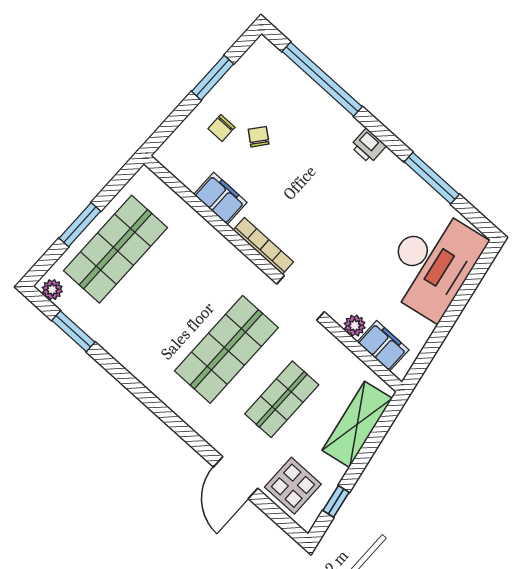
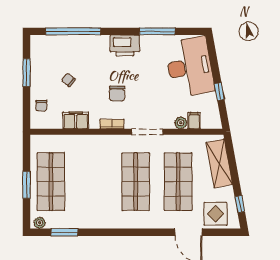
chair: (221, 128) -> (41, 106), moved
printer: (368, 146) -> (125, 45), width x1.87, depth x1.48
chair: (306, 212) -> (117, 94), added
bookcase: (263, 246) -> (112, 124), width x0.64
window: (442, 330) -> (219, 92), added
filing cabinet: (383, 346) -> (194, 121), width x0.50
shop shelf: (282, 399) -> (178, 182), width x1.43, depth x1.36

